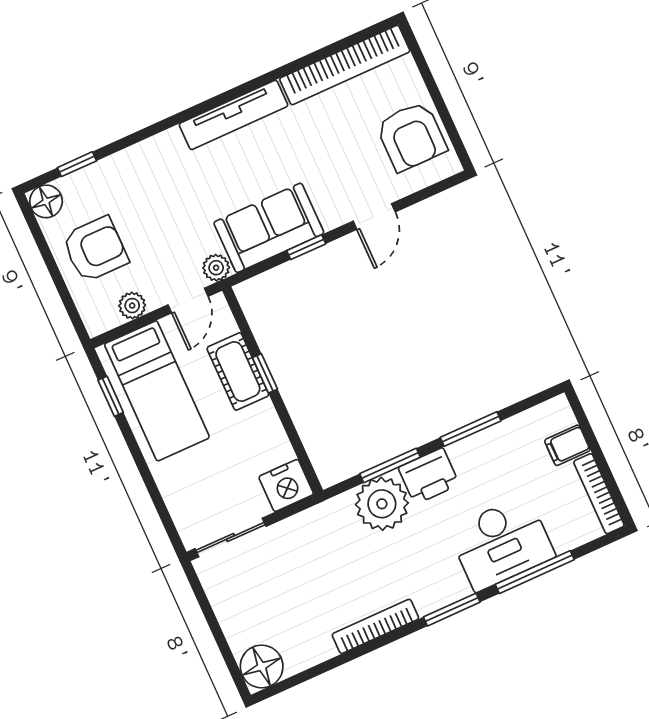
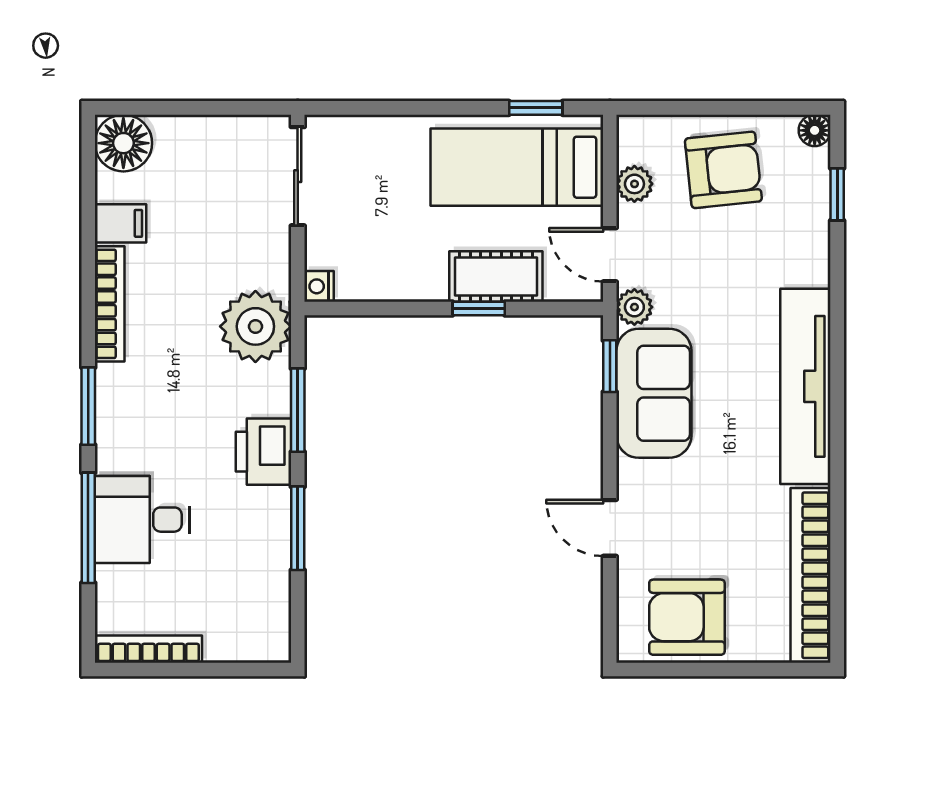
tv unit: (234, 115) -> (805, 386), width x1.36, depth x1.29
floor lamp: (46, 201) -> (815, 130), width x0.73, depth x0.73
window: (306, 247) -> (610, 366), moved
armchair: (95, 249) -> (723, 170), turned -96
filing cabinet: (567, 445) -> (120, 223), moved, turned 90
nightstand: (286, 485) -> (319, 286), width x0.53, depth x0.56
plant: (382, 504) -> (255, 326), moved
desk: (501, 543) -> (142, 520), width x0.73

